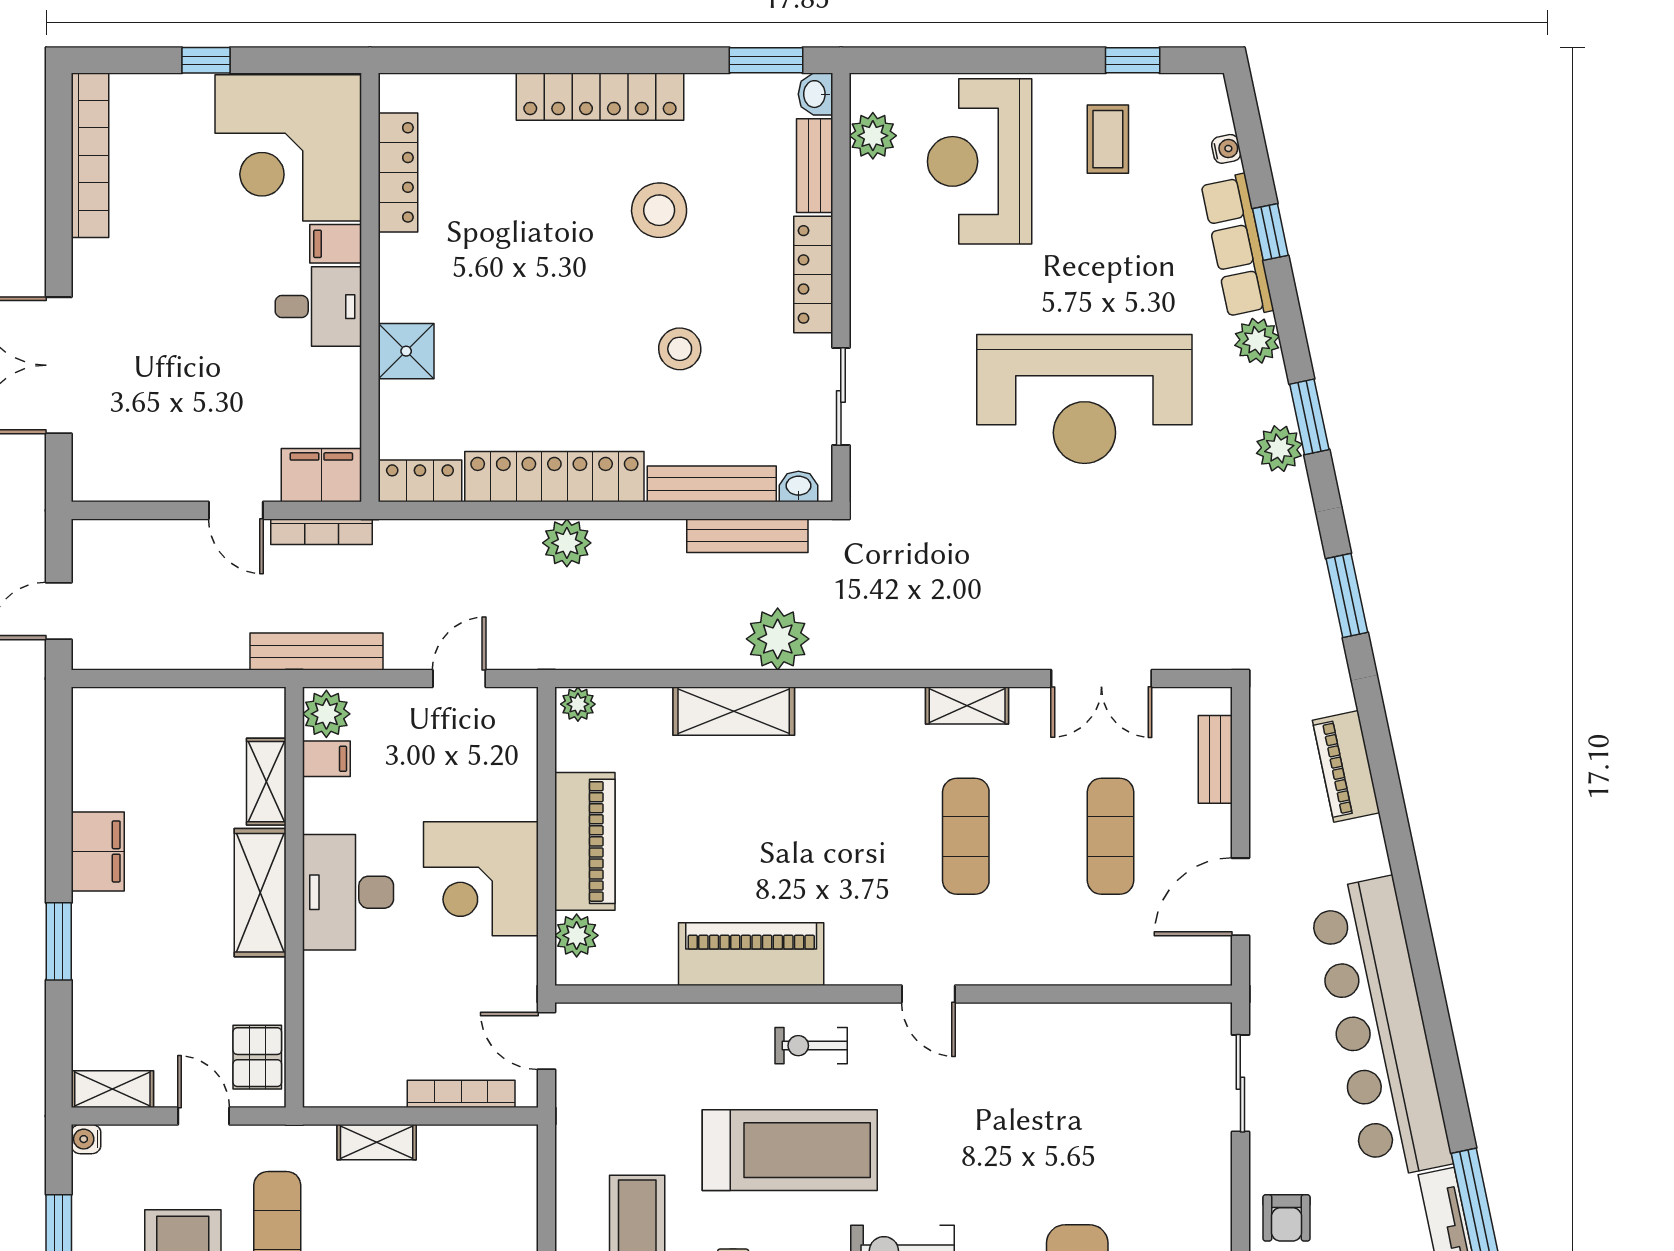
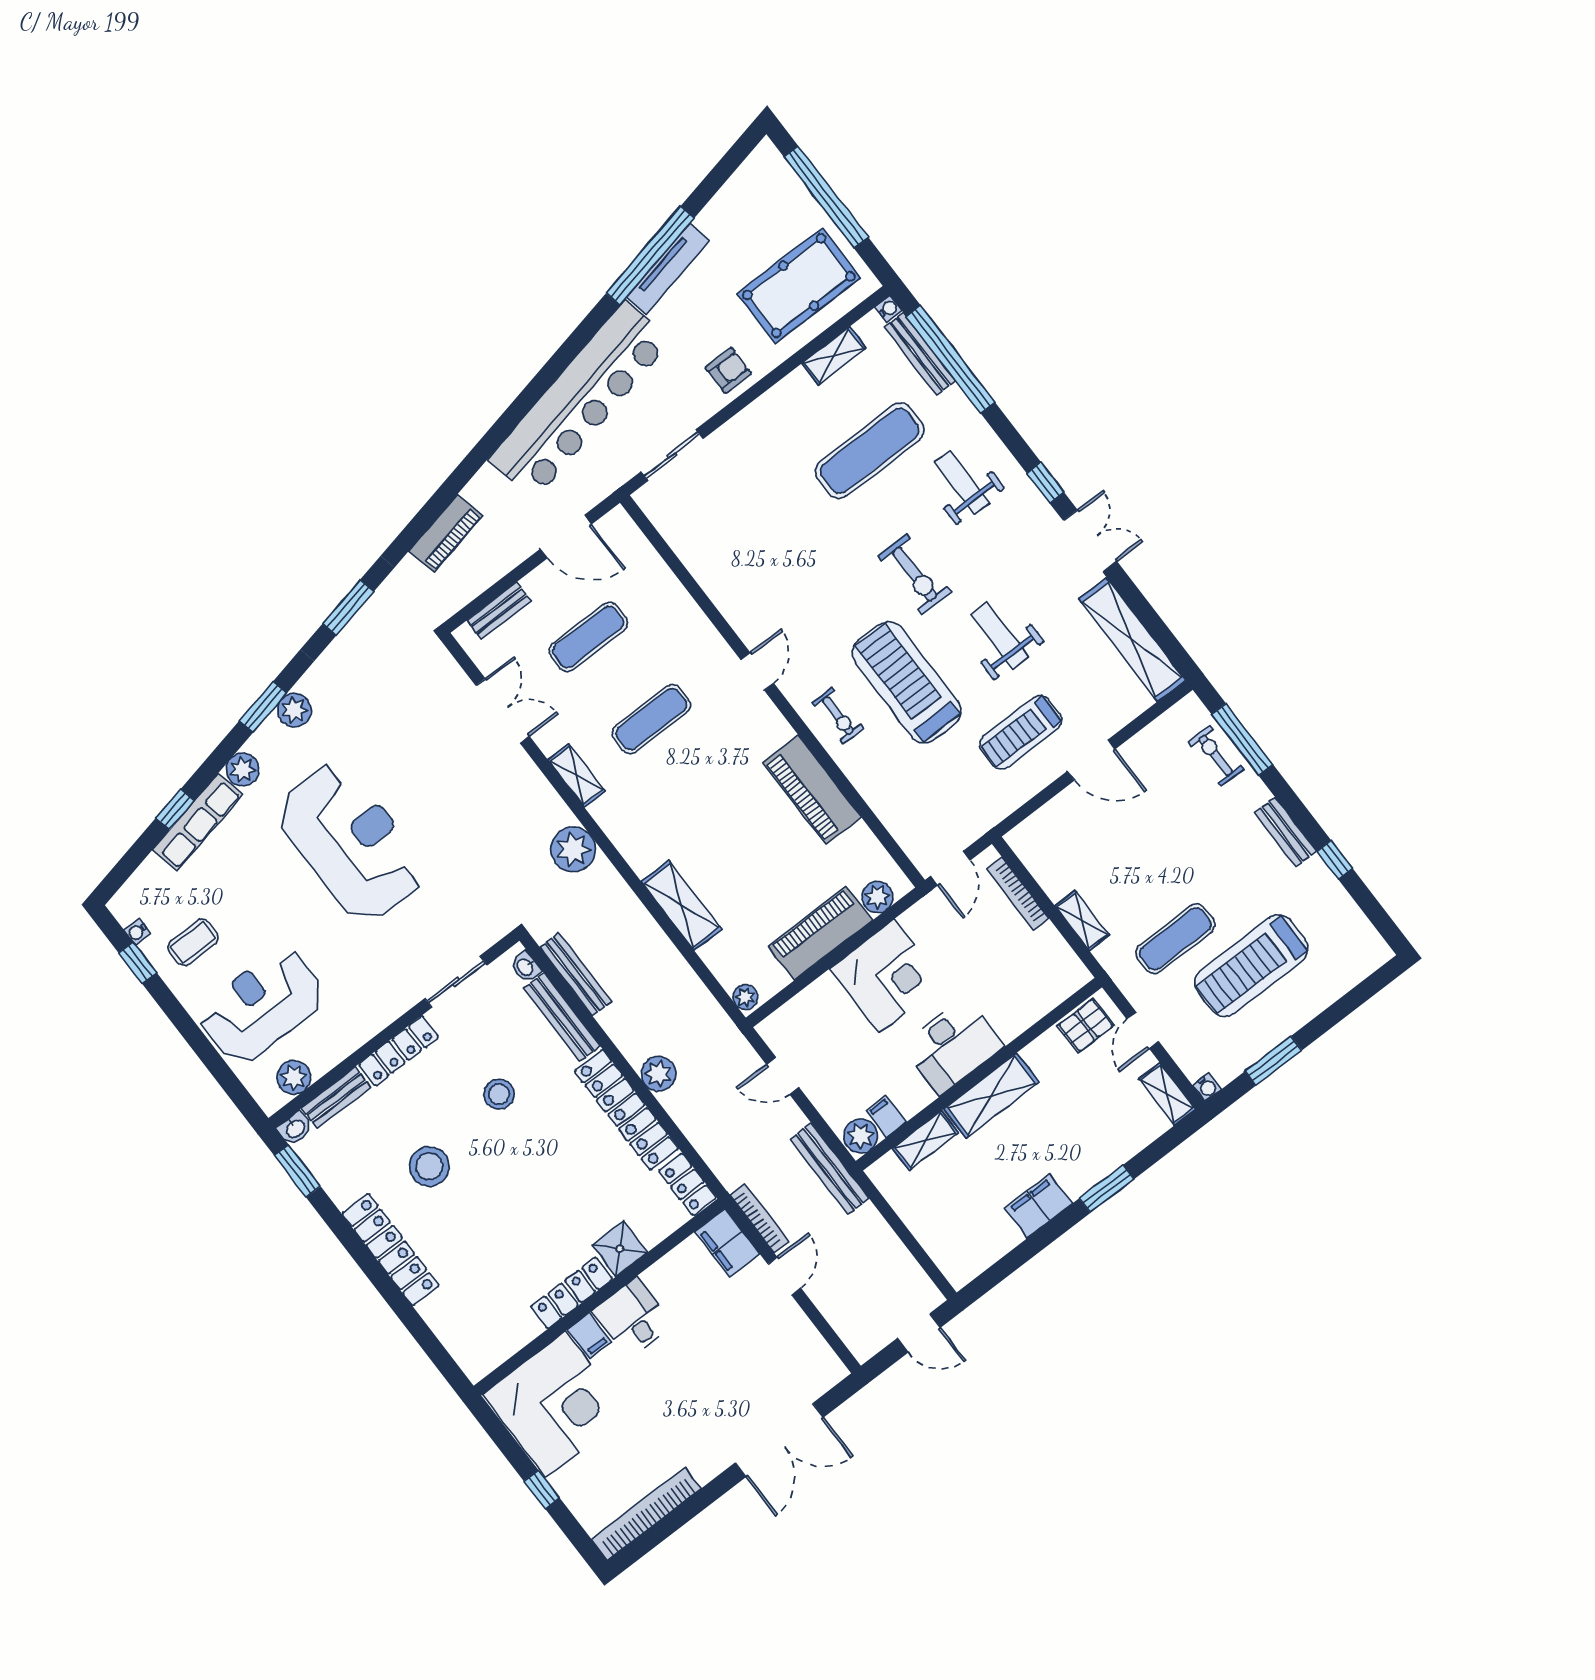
water cooler: (1226, 149) -> (137, 932), moved, turned -78
reception desk: (980, 161) -> (262, 1006), turned 180
locker: (398, 172) -> (572, 1293), moved
plant: (778, 639) -> (573, 849), moved

